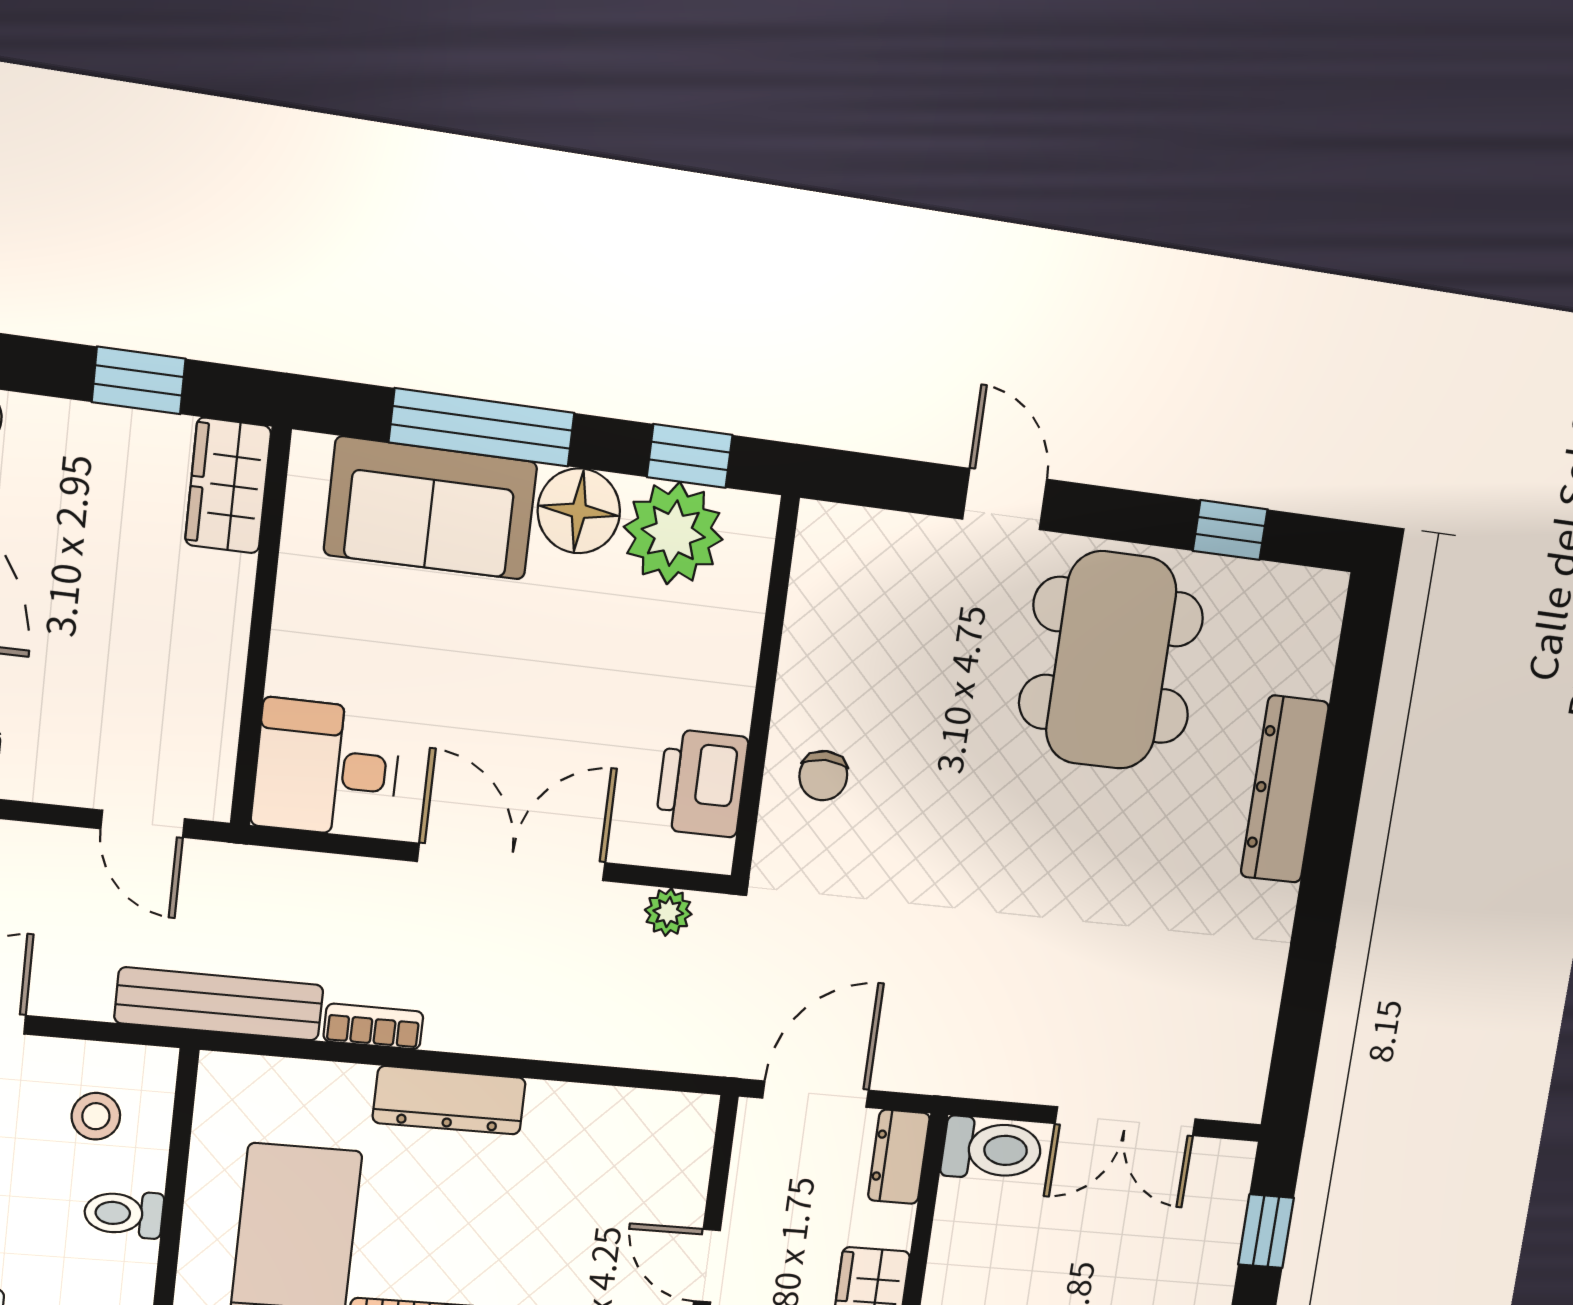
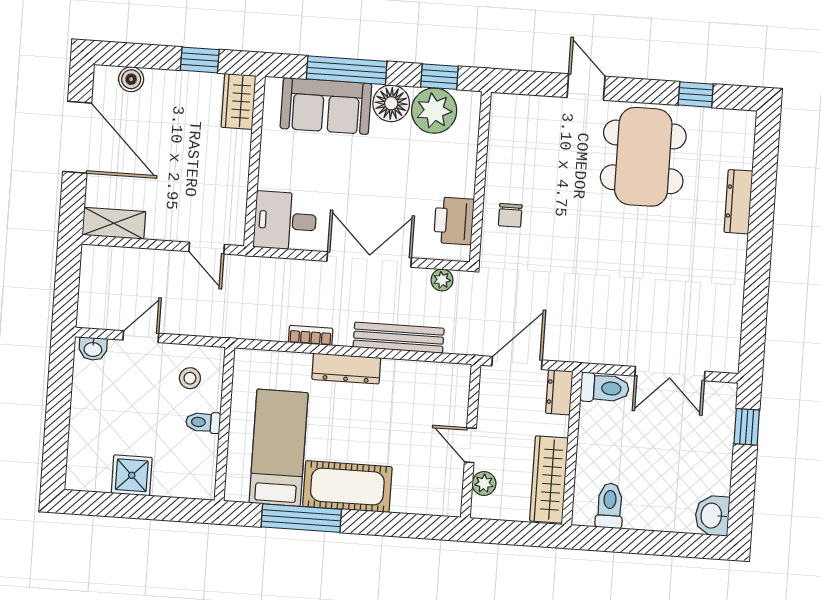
dresser: (1285, 789) -> (738, 202), width x0.73, depth x0.80
bench: (219, 1004) -> (399, 338), moved

